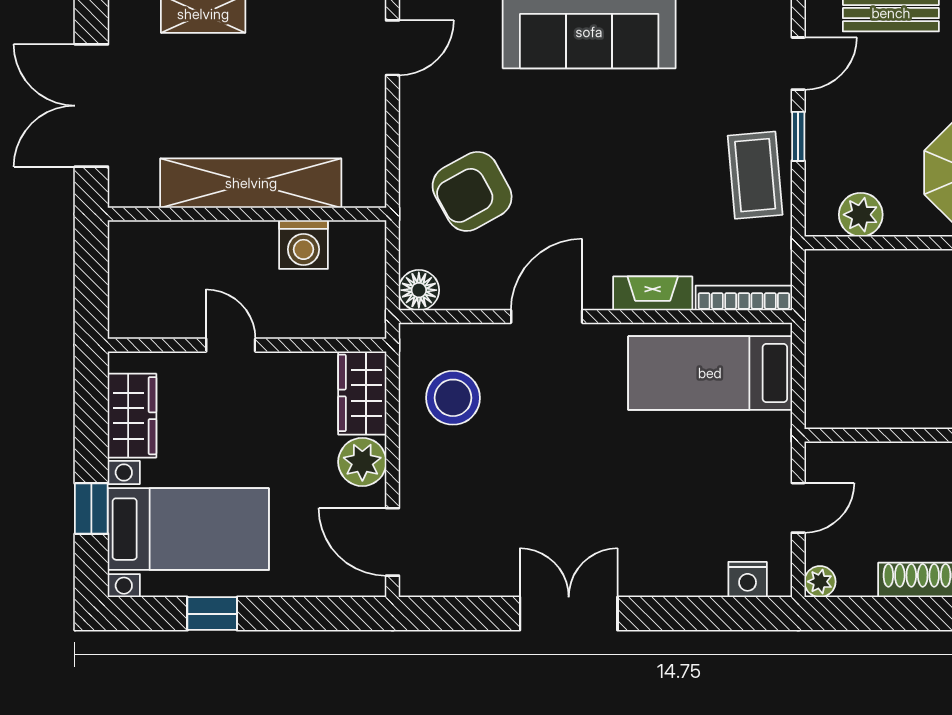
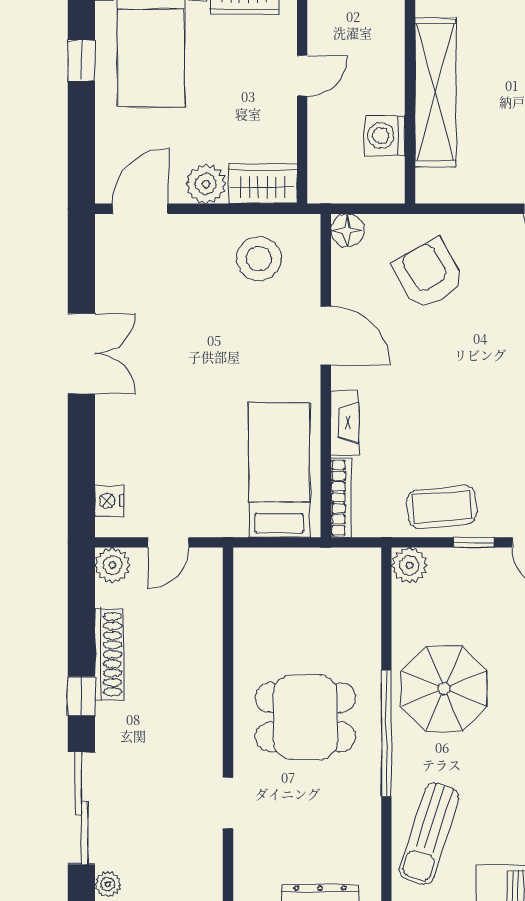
plant: (861, 215) -> (409, 565), moved
door: (798, 508) -> (168, 542), hinge flipped
plant: (820, 582) -> (112, 565), width x1.38, depth x1.38

